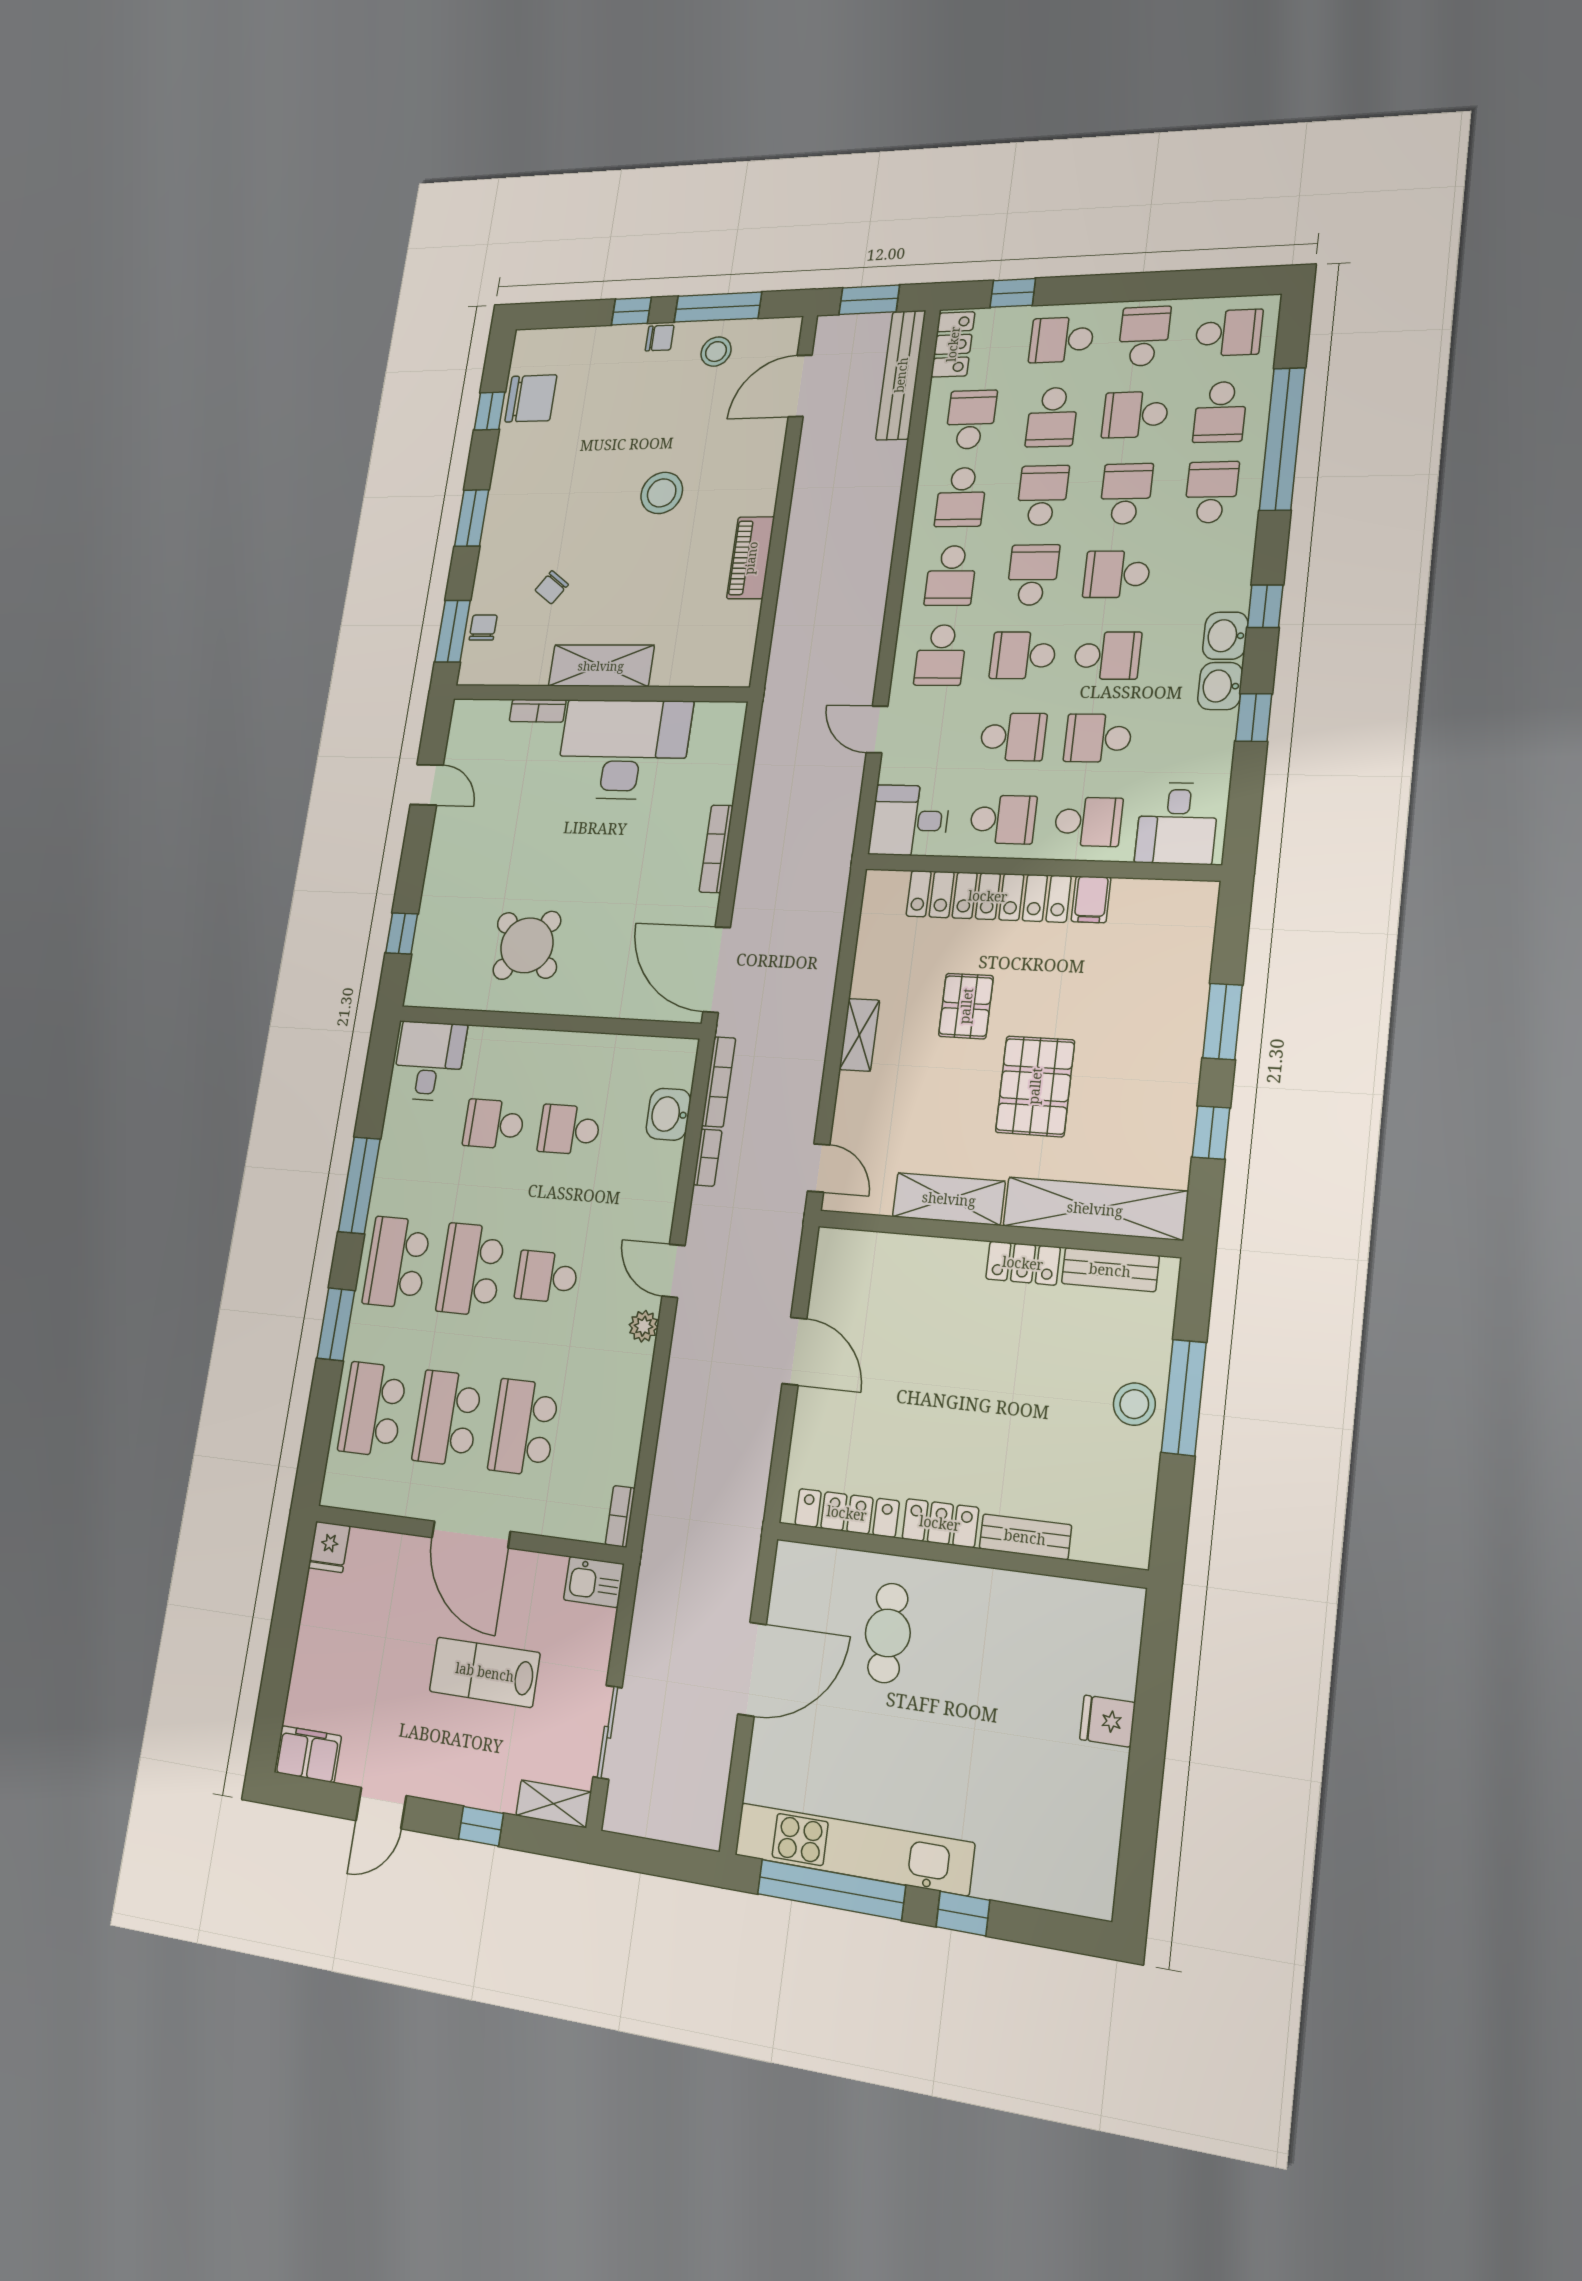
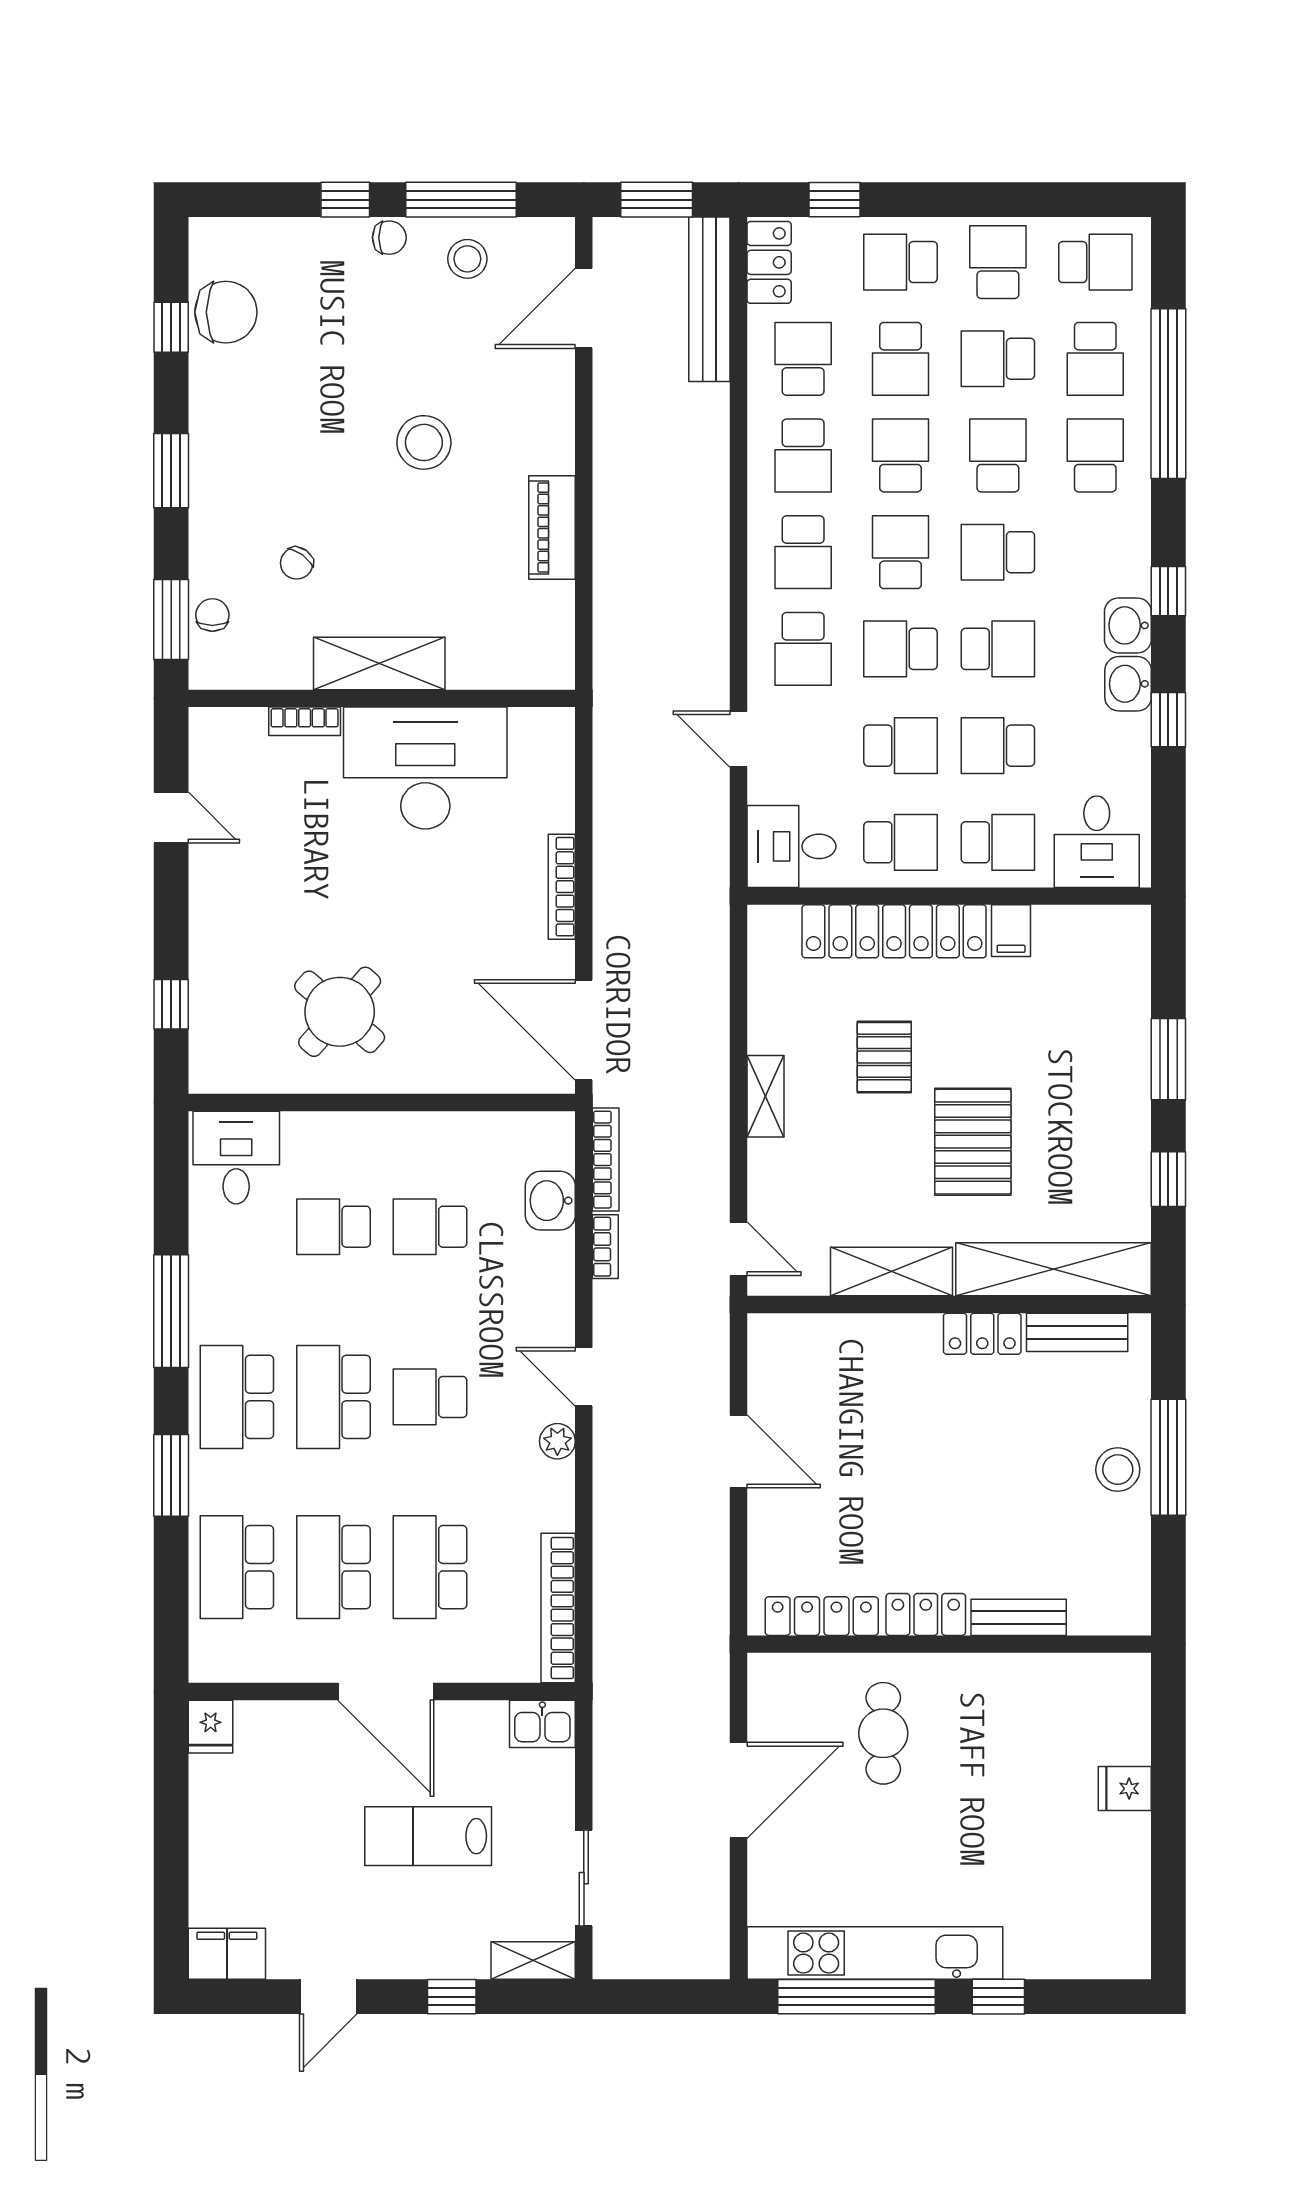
bookcase: (620, 1516) -> (558, 1608), width x2.31, depth x1.31

